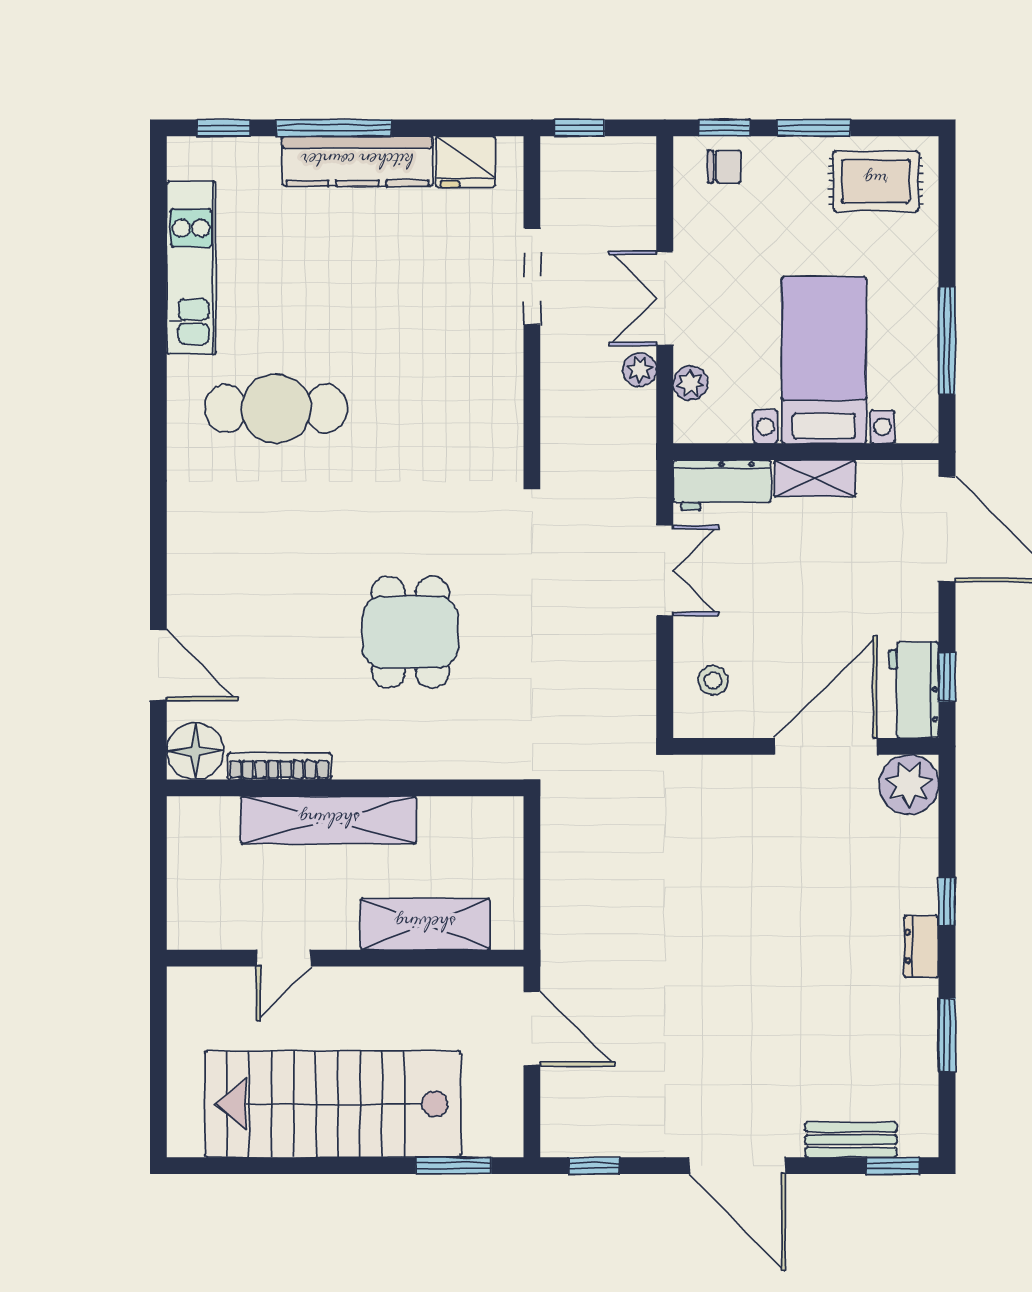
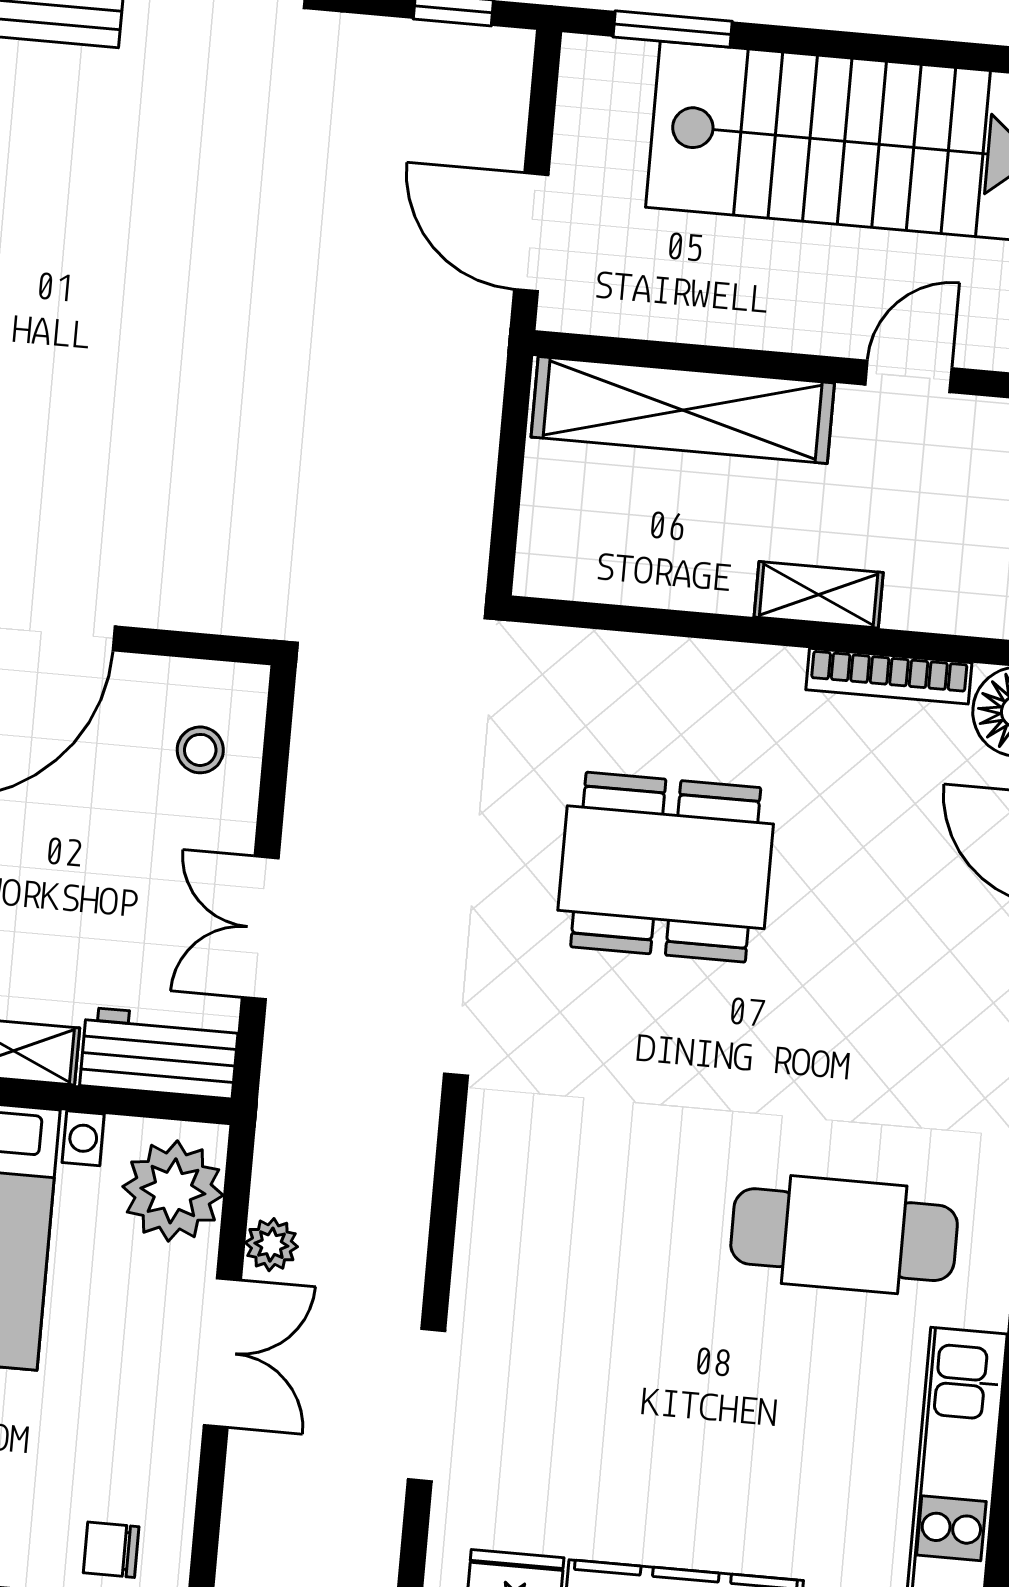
plant: (690, 383) -> (173, 1191), width x1.88, depth x1.88
dining table: (410, 632) -> (666, 867), width x1.38
shelving: (329, 820) -> (819, 595), width x0.45, depth x0.75
shelving: (425, 924) -> (683, 410), width x1.47

